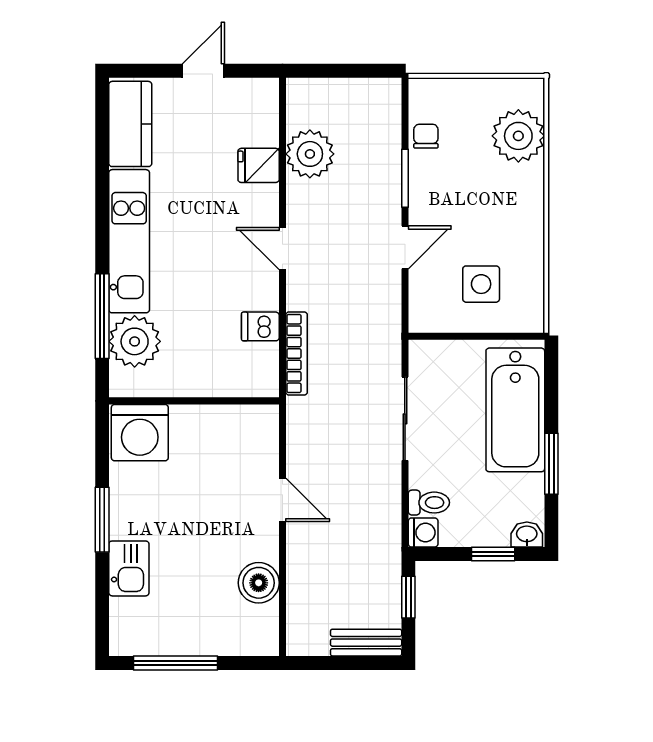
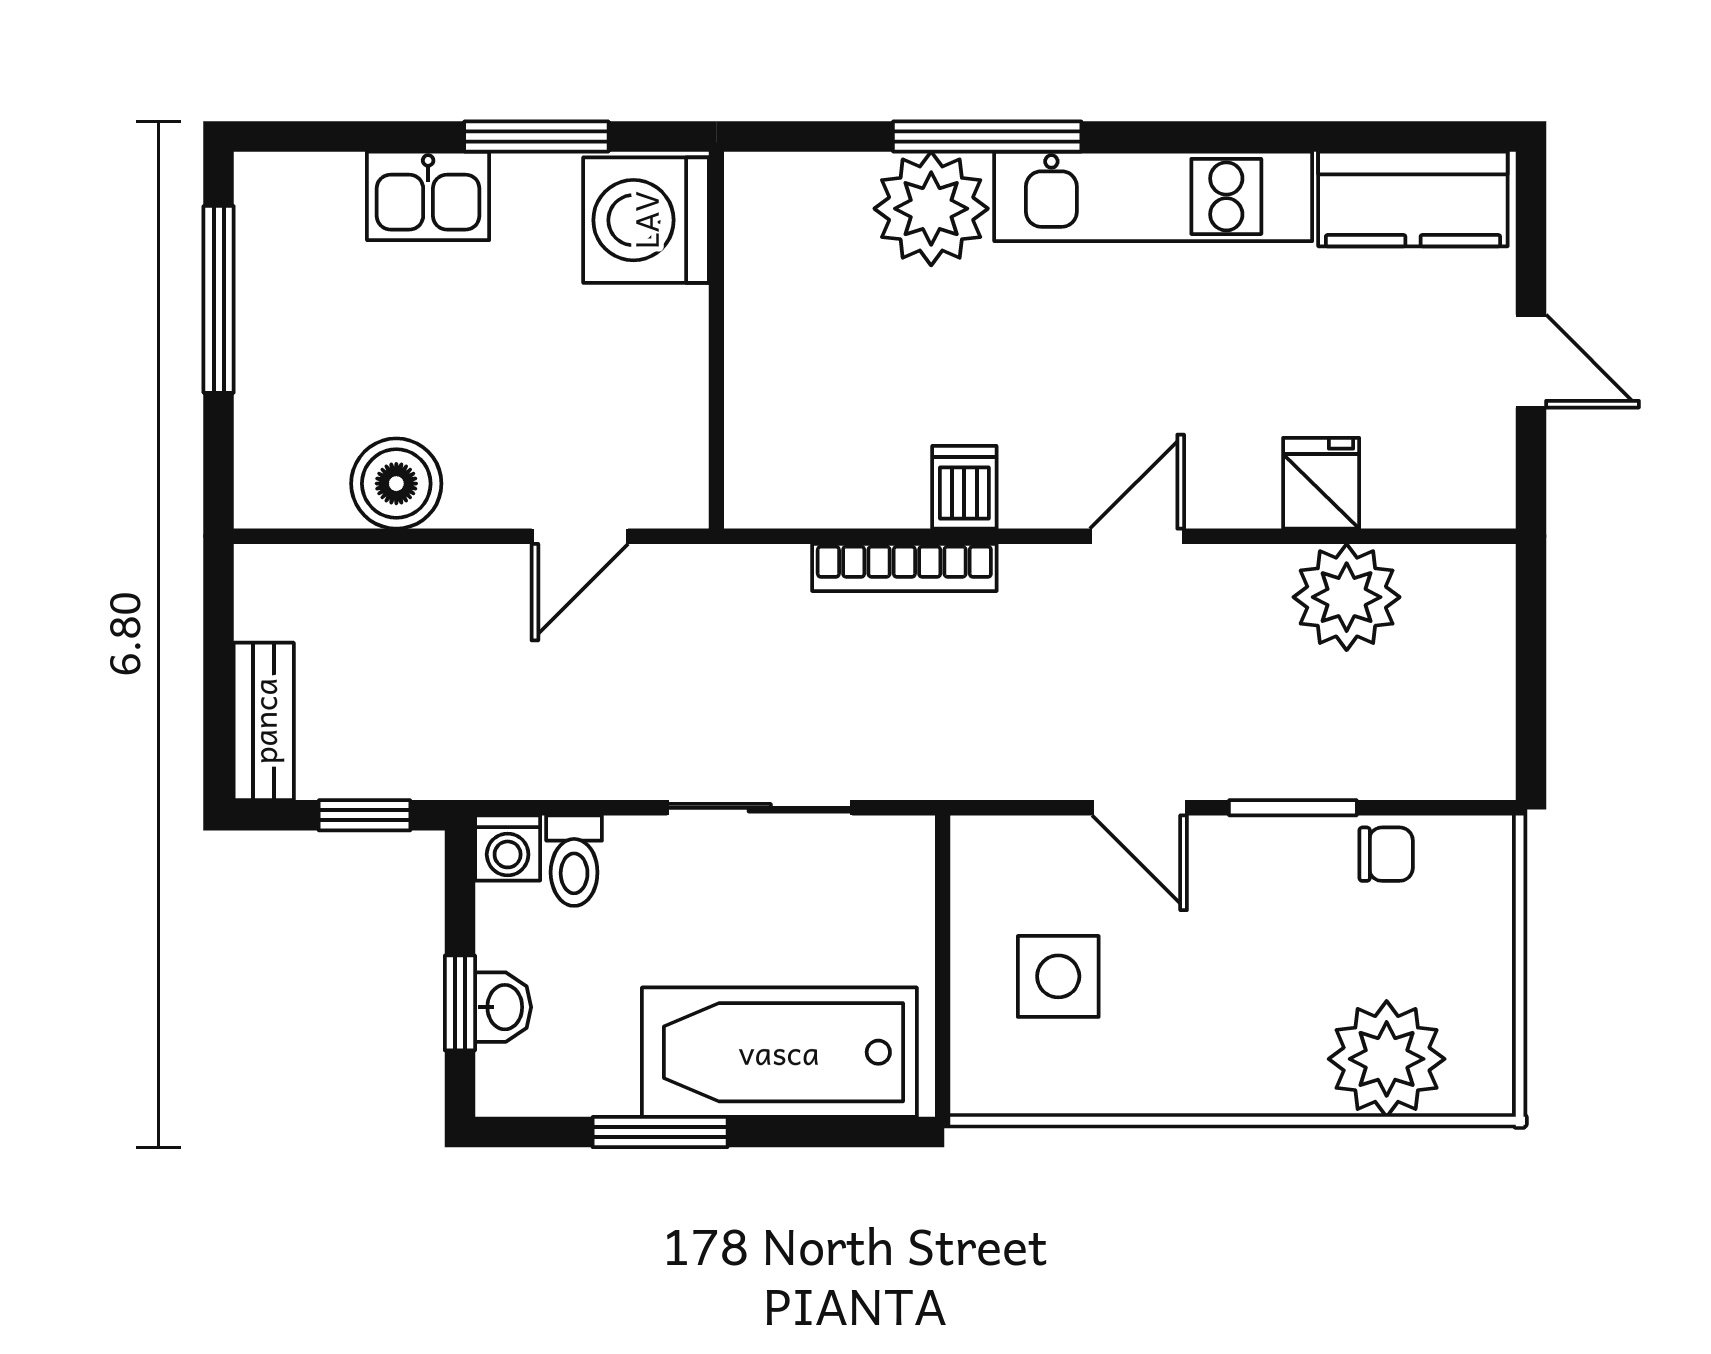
wall: (194, 401) -> (716, 340), moved
washing machine: (140, 433) -> (646, 220), moved
washbasin: (527, 535) -> (503, 1007), moved

